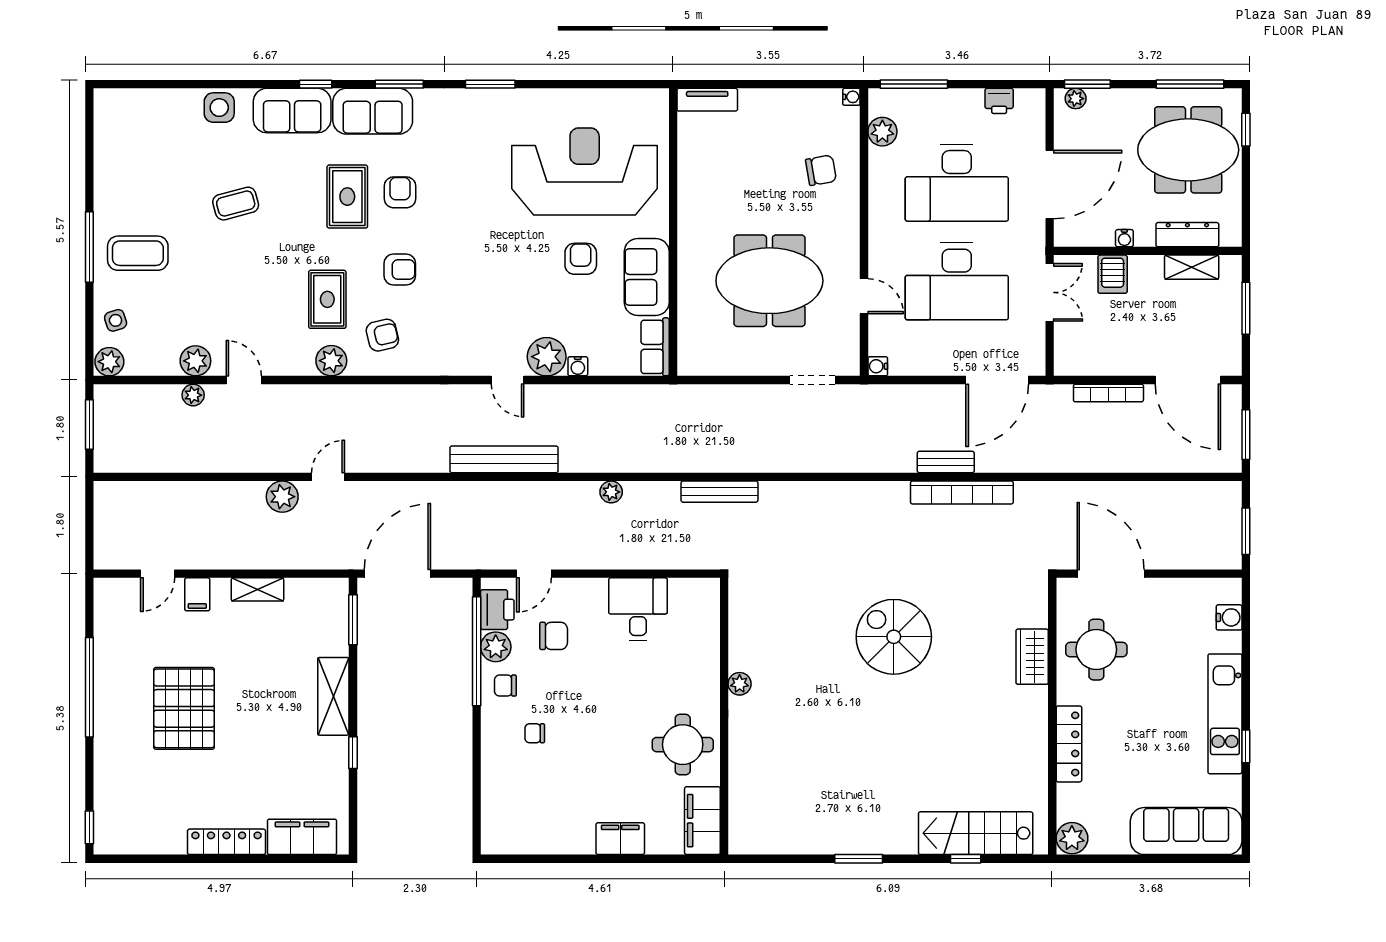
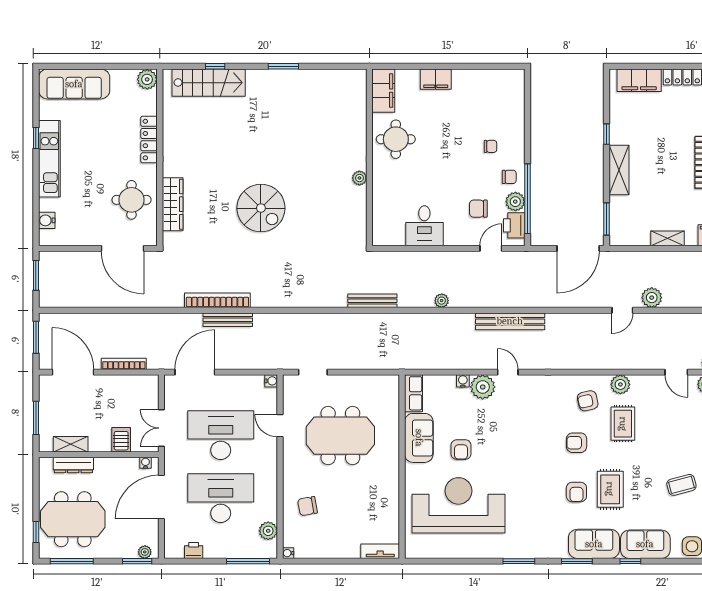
reception desk: (585, 171) -> (459, 505), turned 180
water cooler: (1124, 238) -> (145, 463), moved
bench: (946, 462) -> (228, 320), width x1.36
wardrobe: (1032, 657) -> (173, 204), width x1.50

